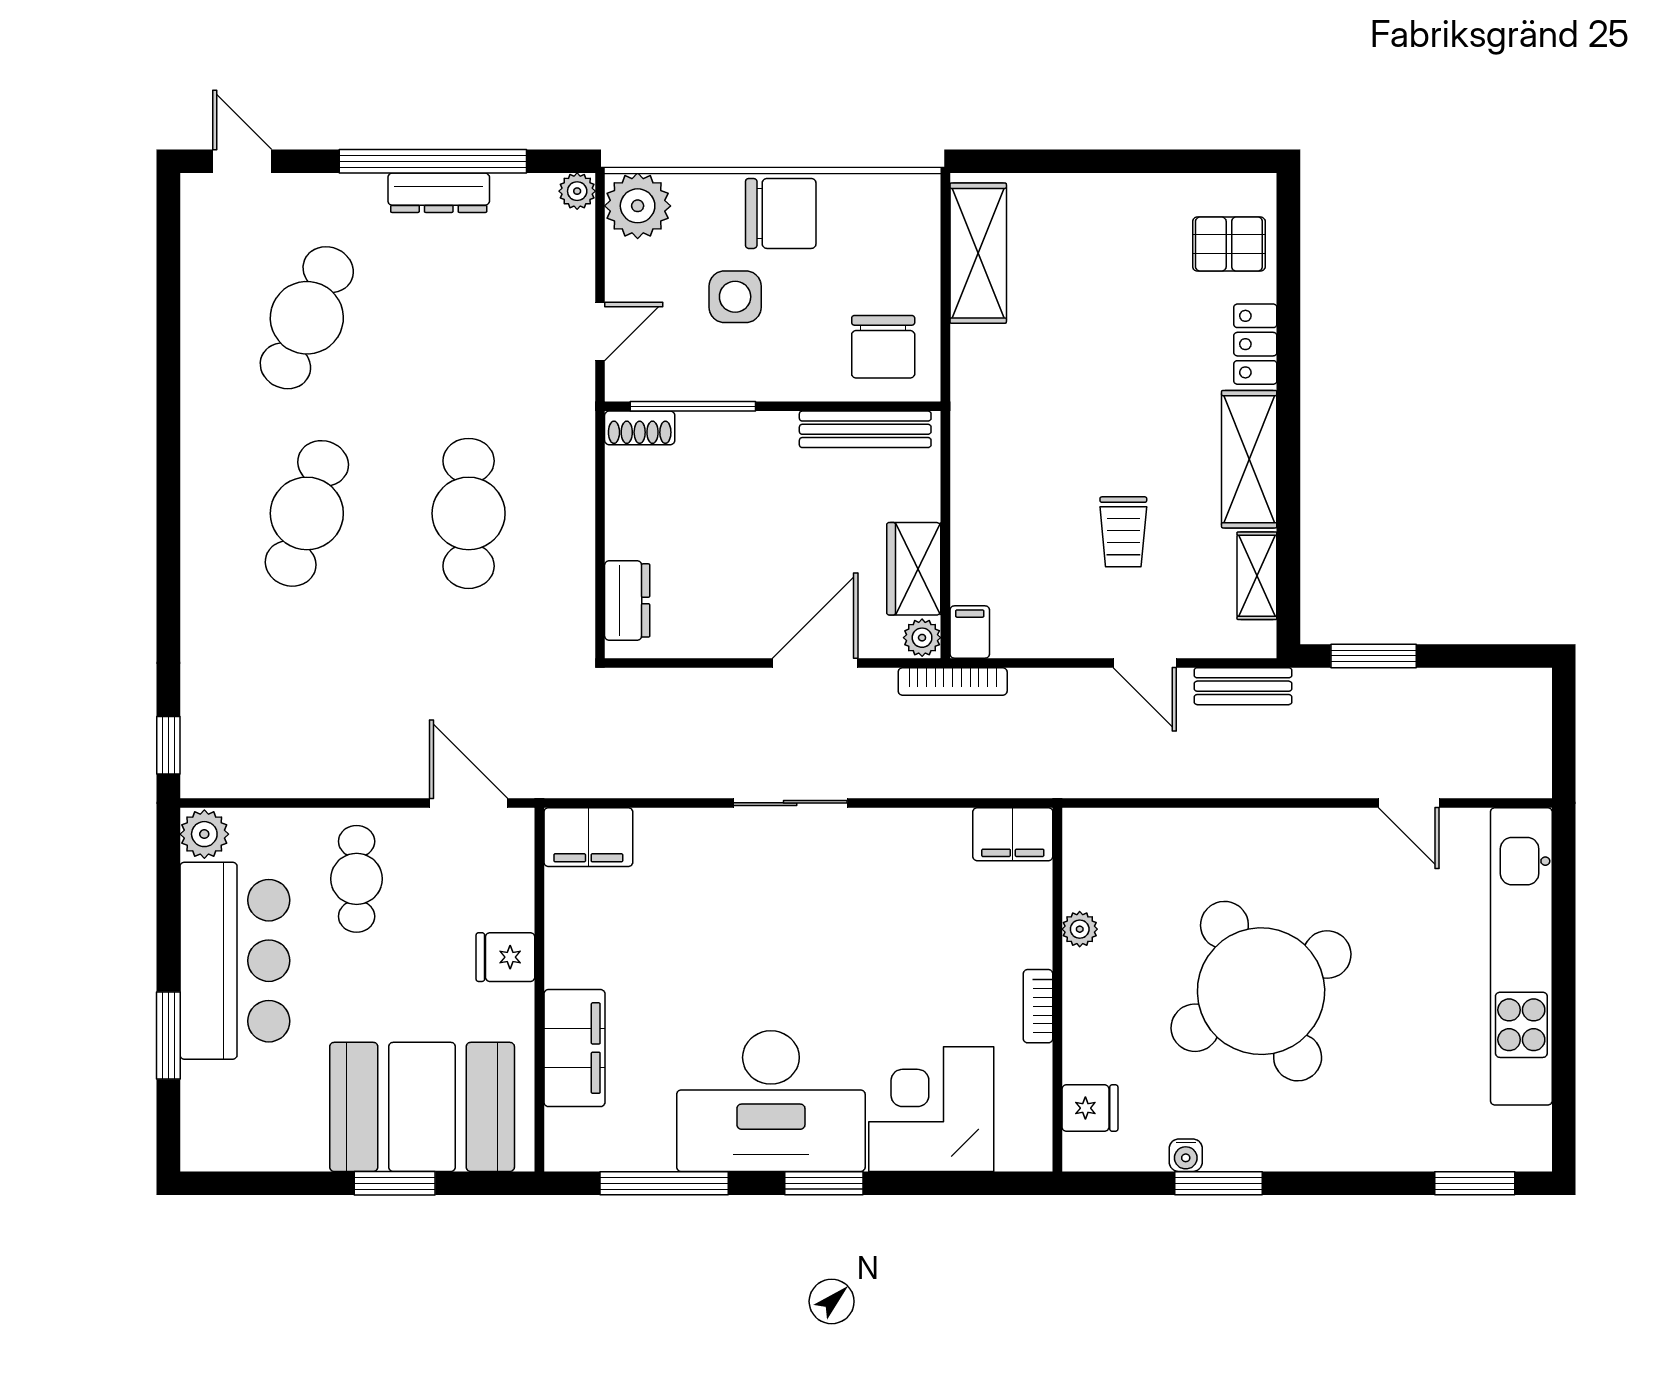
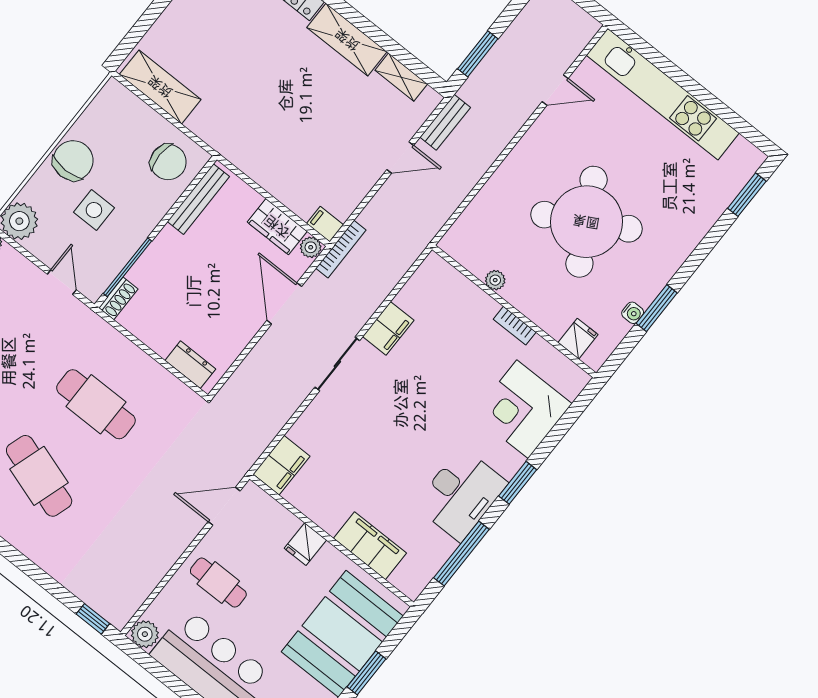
trolley: (1123, 532) -> (335, 121), removed
filing cabinet: (1013, 834) -> (388, 328), moved
desk: (771, 1101) -> (461, 494), width x0.73, depth x0.77

